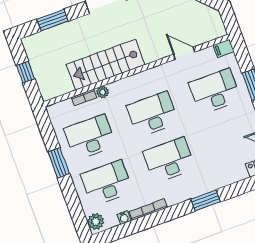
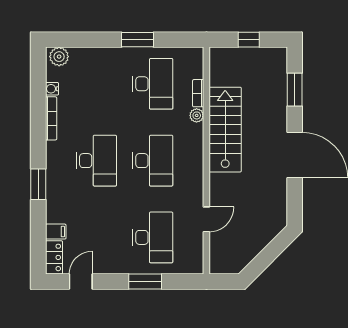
filing cabinet: (224, 48) -> (56, 232), moved, turned 90
desk: (107, 183) -> (96, 84), removed

